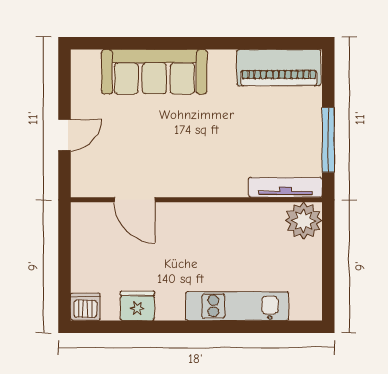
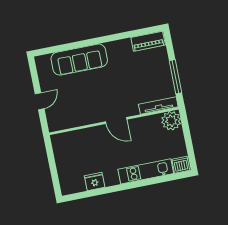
piano: (279, 68) -> (148, 41), width x0.73, depth x0.75
door: (135, 200) -> (116, 121), moved
dishwasher: (85, 307) -> (181, 165), moved

